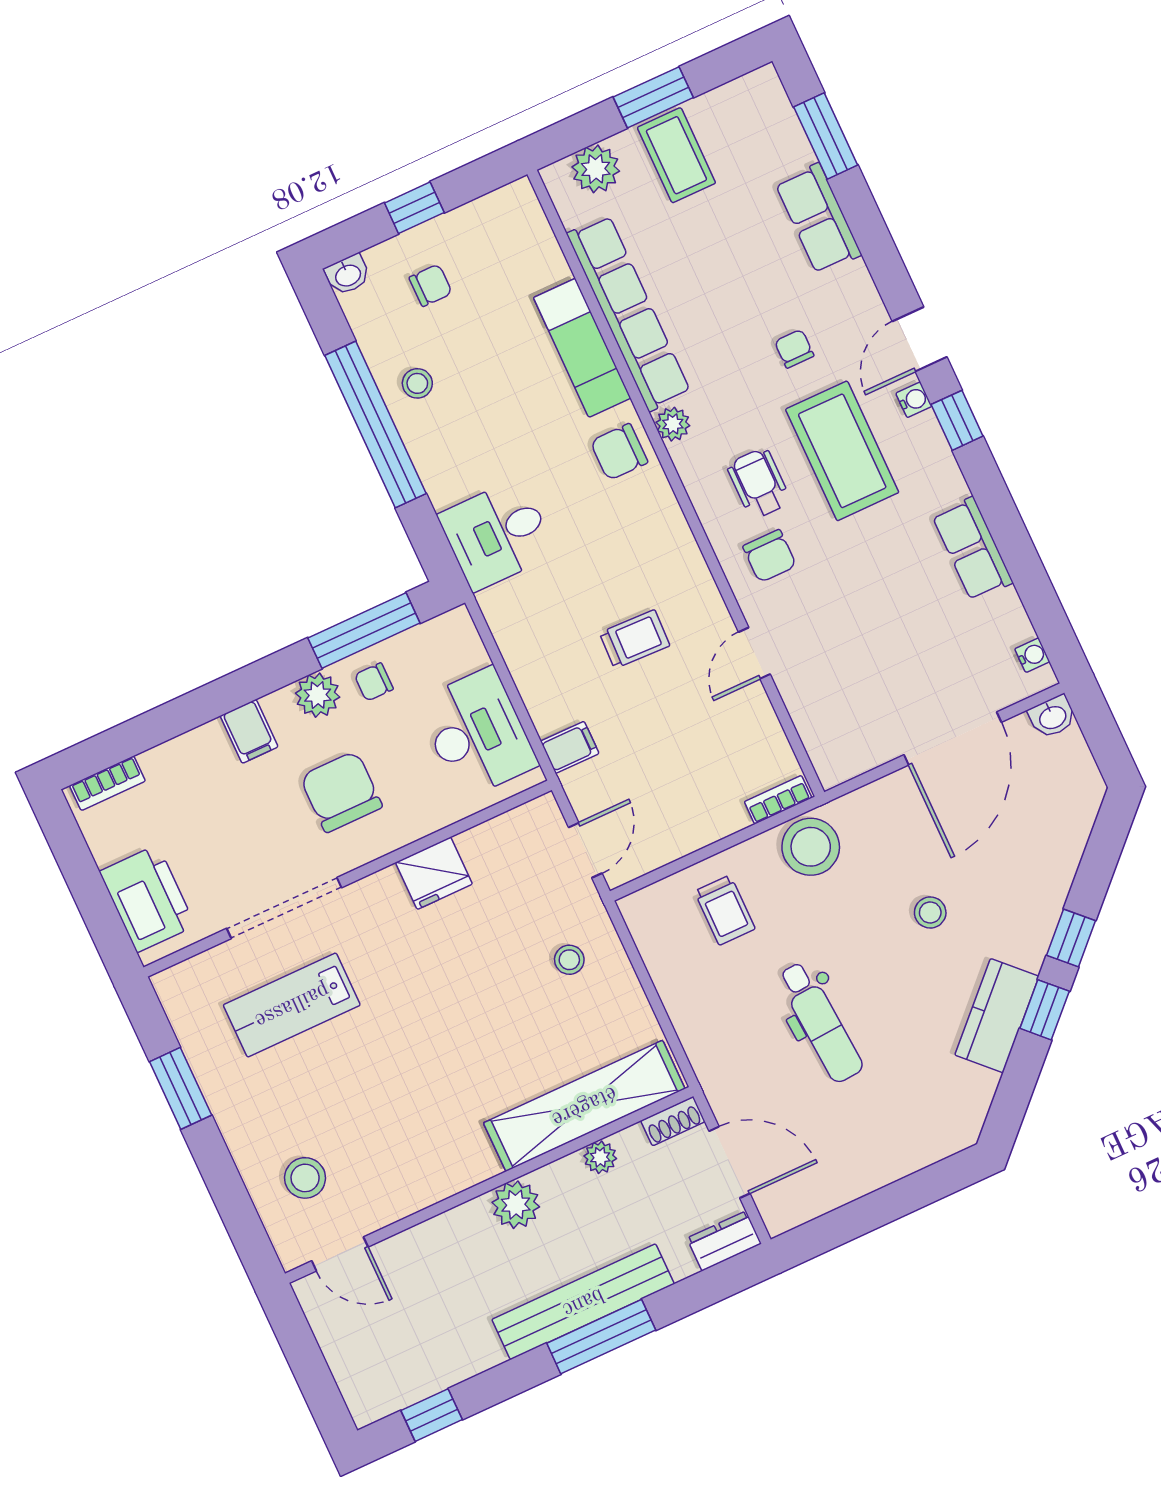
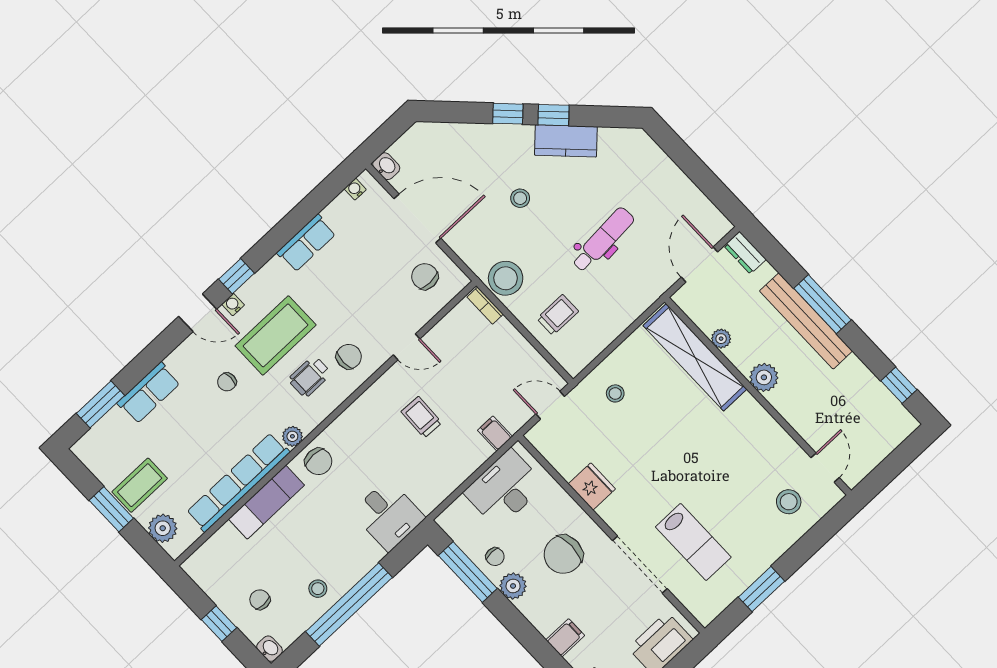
chair: (857, 719) -> (425, 276), added
filing cabinet: (249, 731) -> (565, 638), moved
shoe rack: (673, 1121) -> (687, 304), removed

